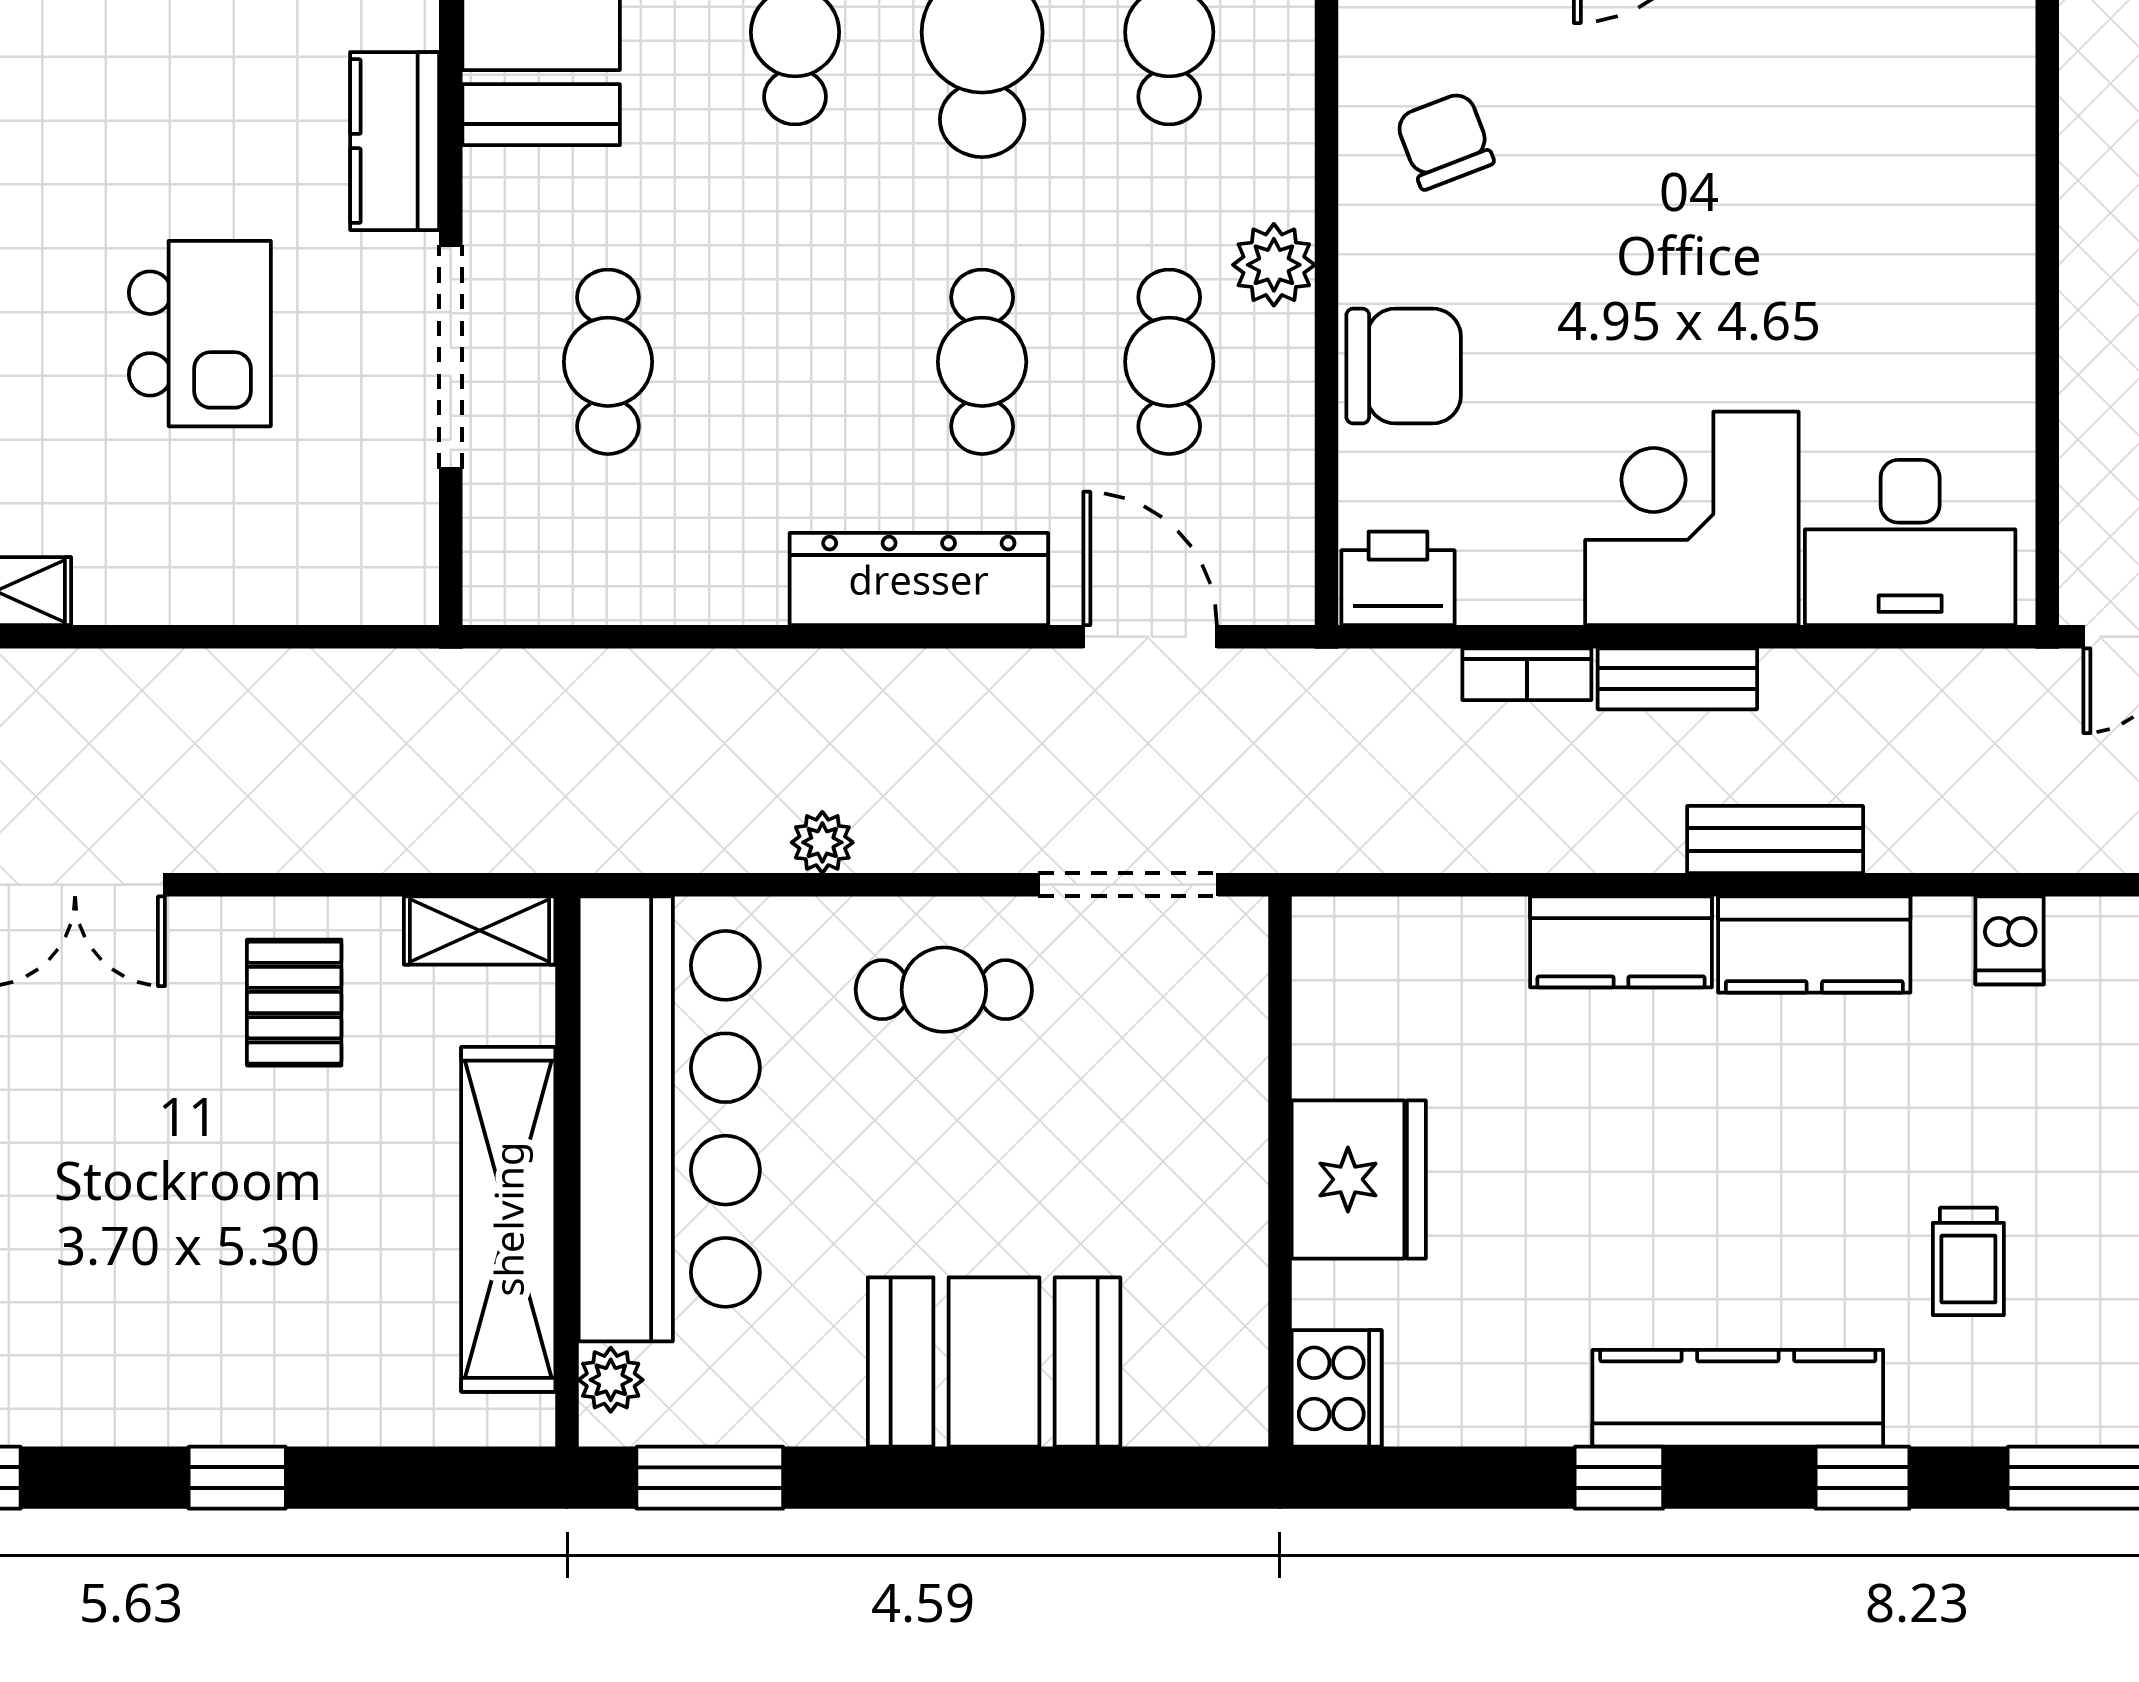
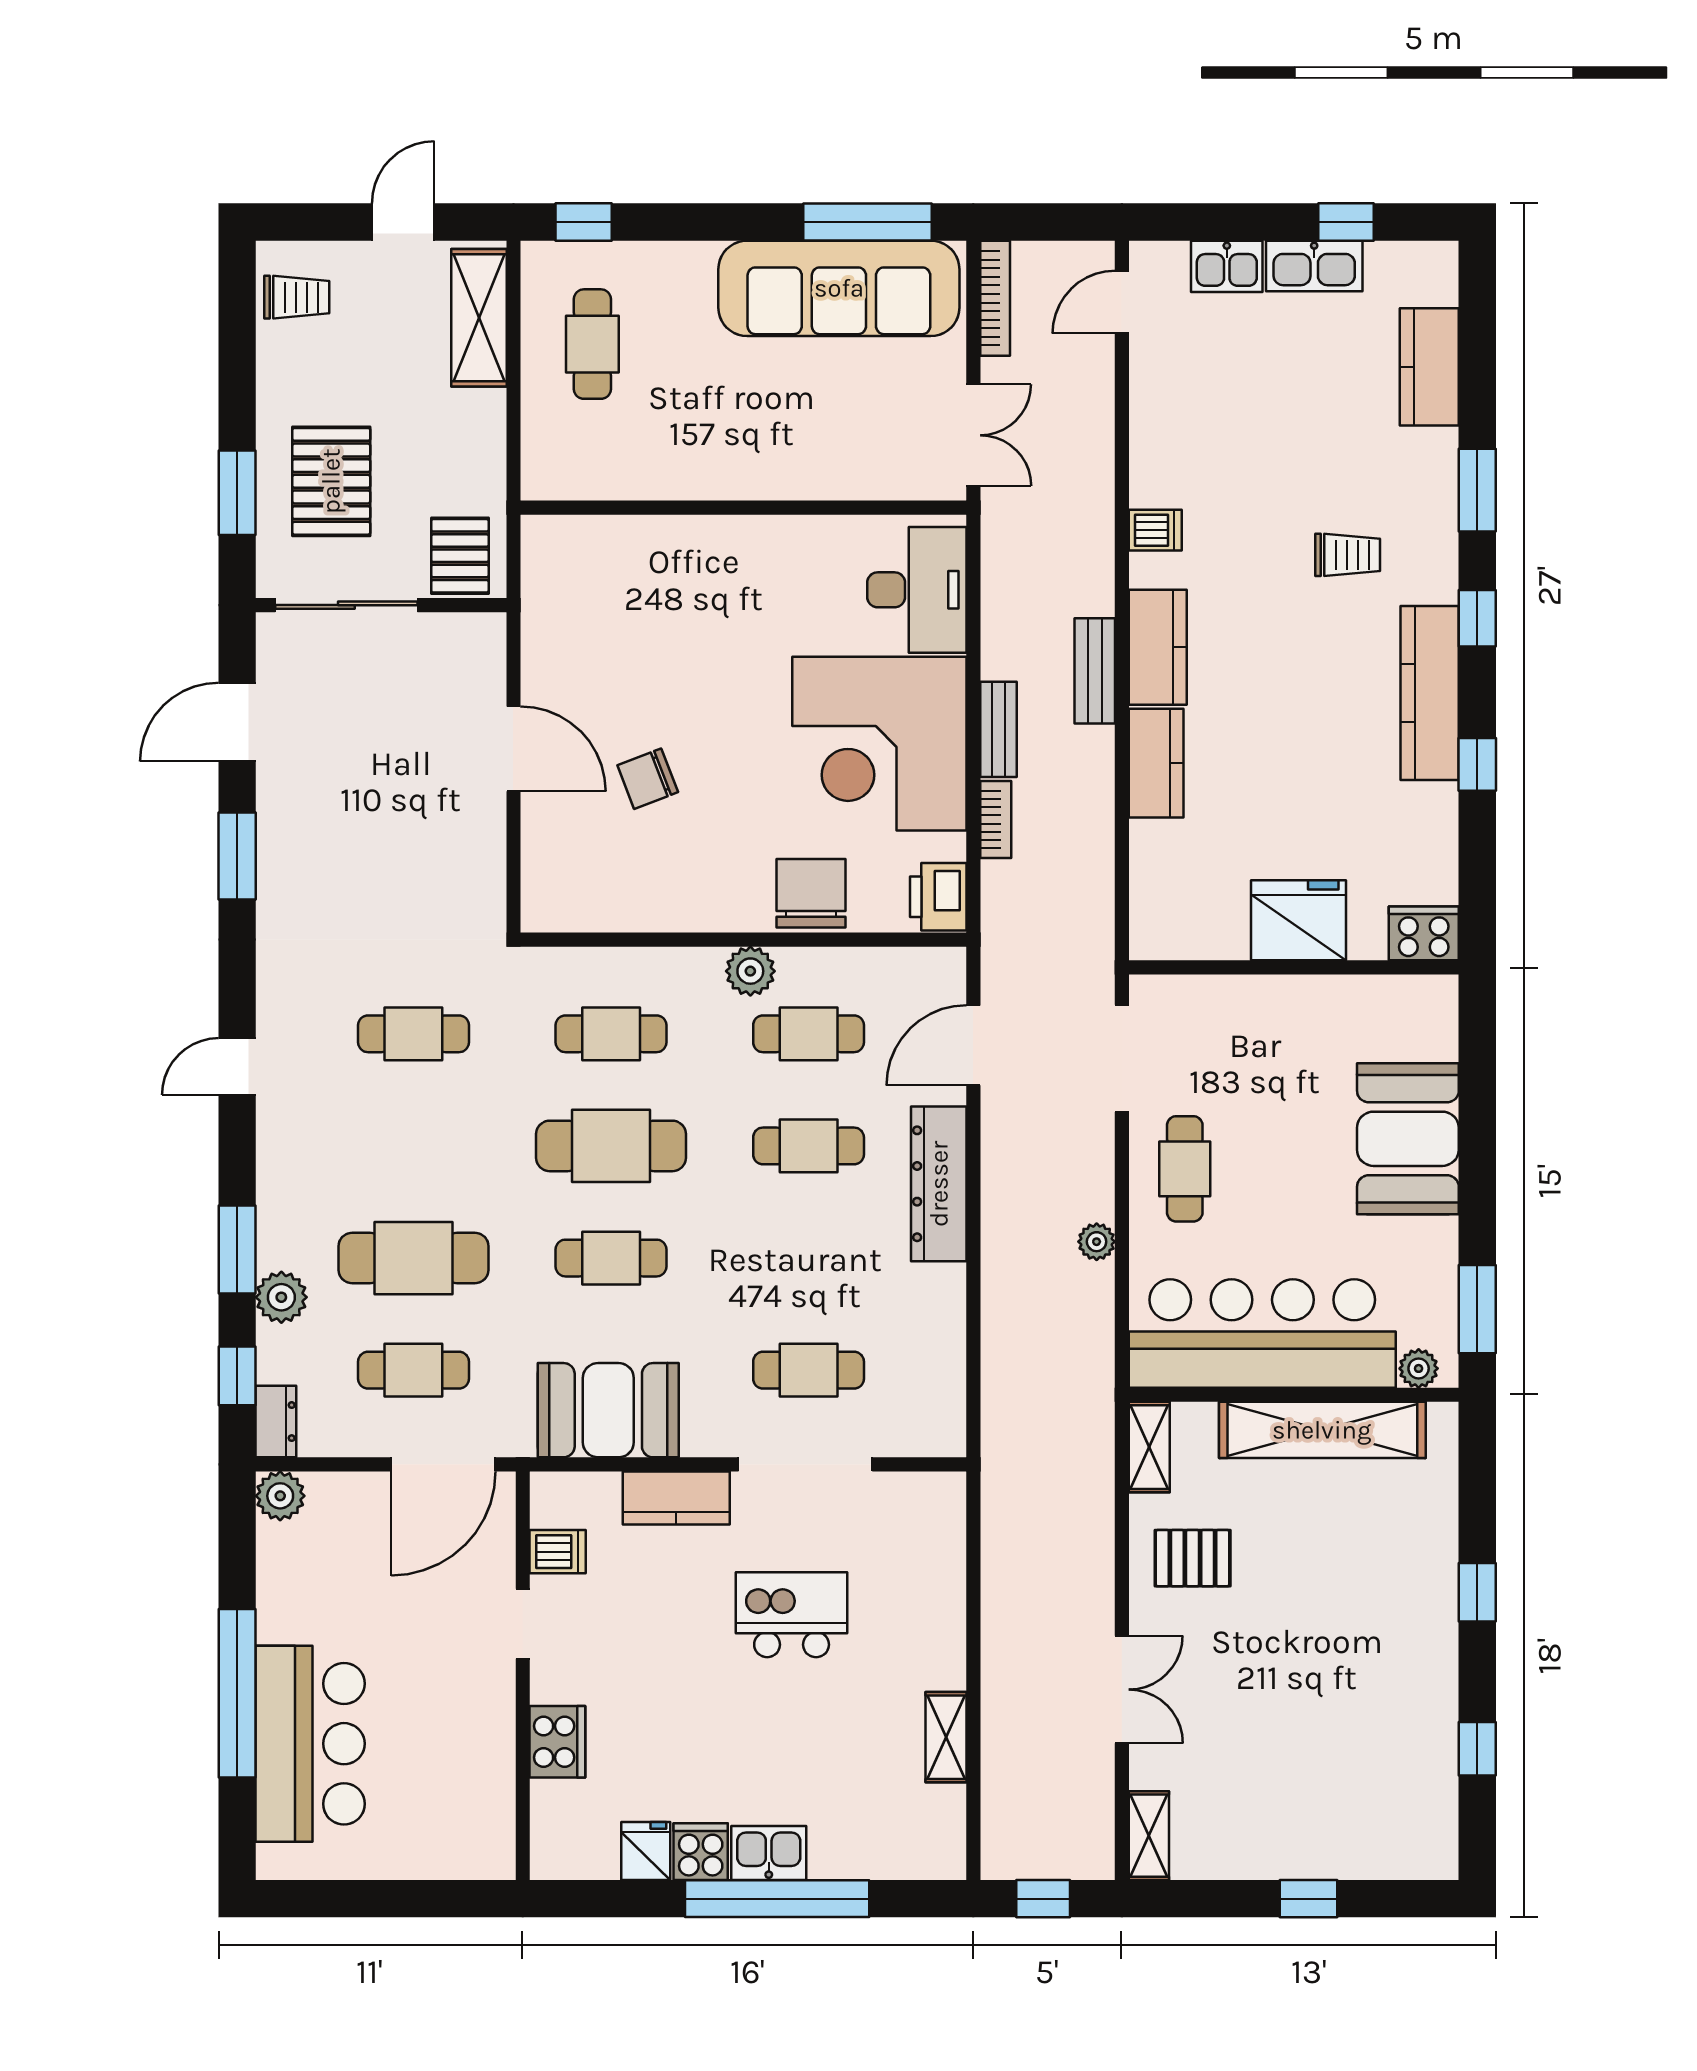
chair: (1445, 141) -> (648, 779), moved
corner desk: (1692, 518) -> (879, 744), width x1.36, depth x1.36

